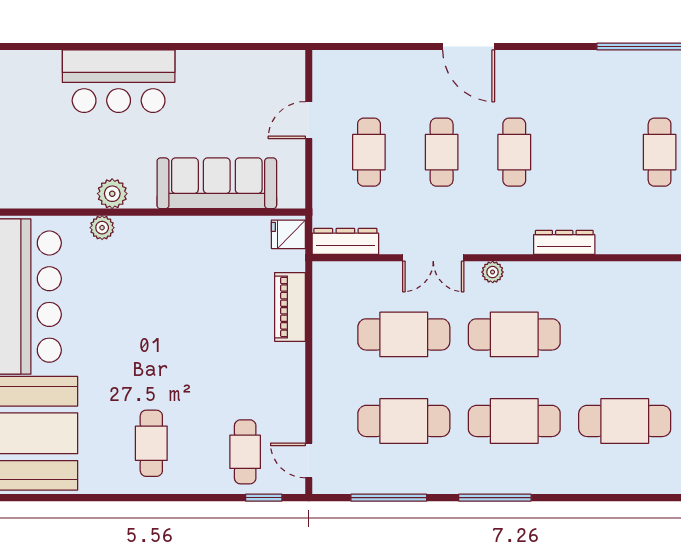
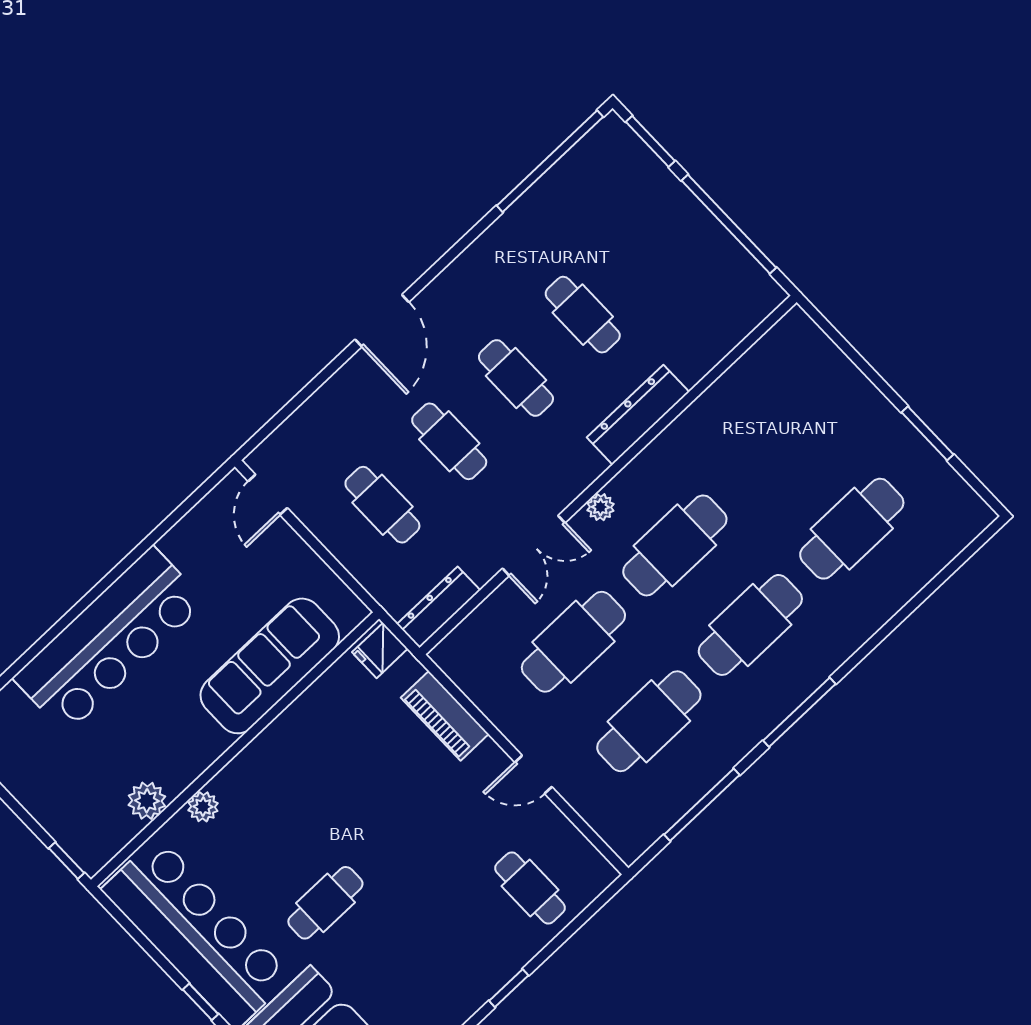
door: (469, 47) -> (382, 321), hinge flipped
bar counter: (119, 81) -> (109, 640), width x1.36
door: (309, 120) -> (268, 495), moved
cafe table: (660, 152) -> (583, 315), moved
plant: (112, 194) -> (147, 801), moved
dresser: (564, 242) -> (638, 415), width x1.37, depth x1.24
cafe table: (151, 443) -> (325, 903), moved, turned 90
door: (309, 460) -> (533, 775), moved
window: (264, 498) -> (509, 988), moved

